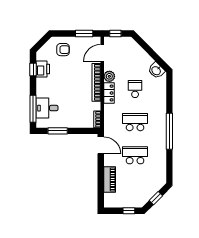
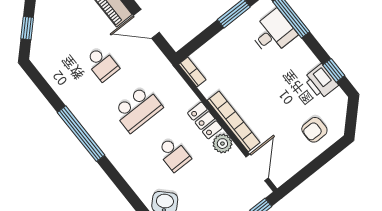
window: (84, 33) -> (303, 175), removed
door: (101, 145) -> (146, 24), moved
school desk: (135, 155) -> (102, 64), width x0.54

